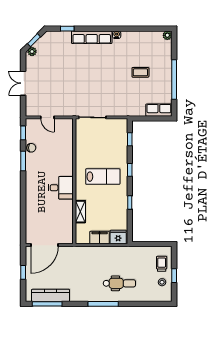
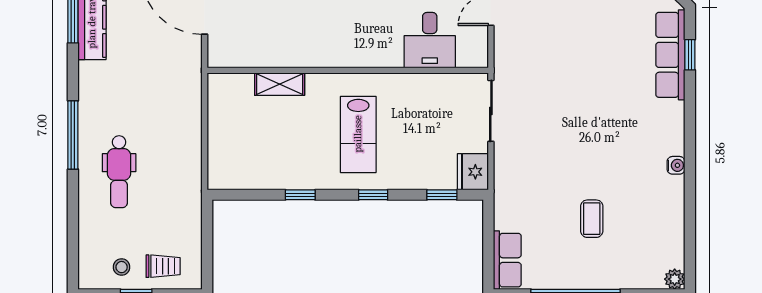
row of seats: (92, 37) -> (670, 55), moved
desk: (61, 188) -> (430, 40), moved
fridge: (118, 237) -> (473, 172), moved, turned 180
filing cabinet: (100, 238) -> (222, 127), removed

